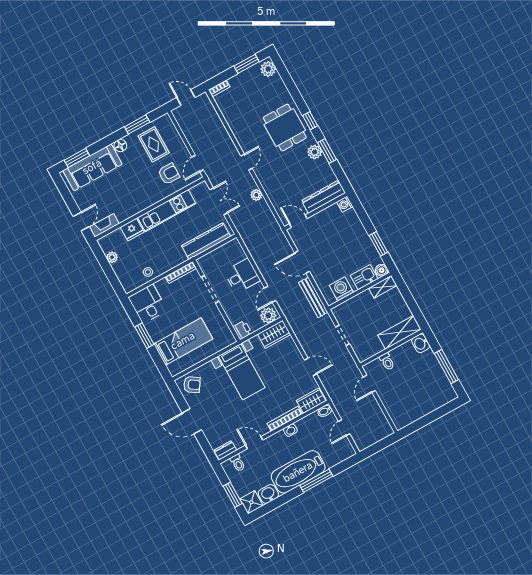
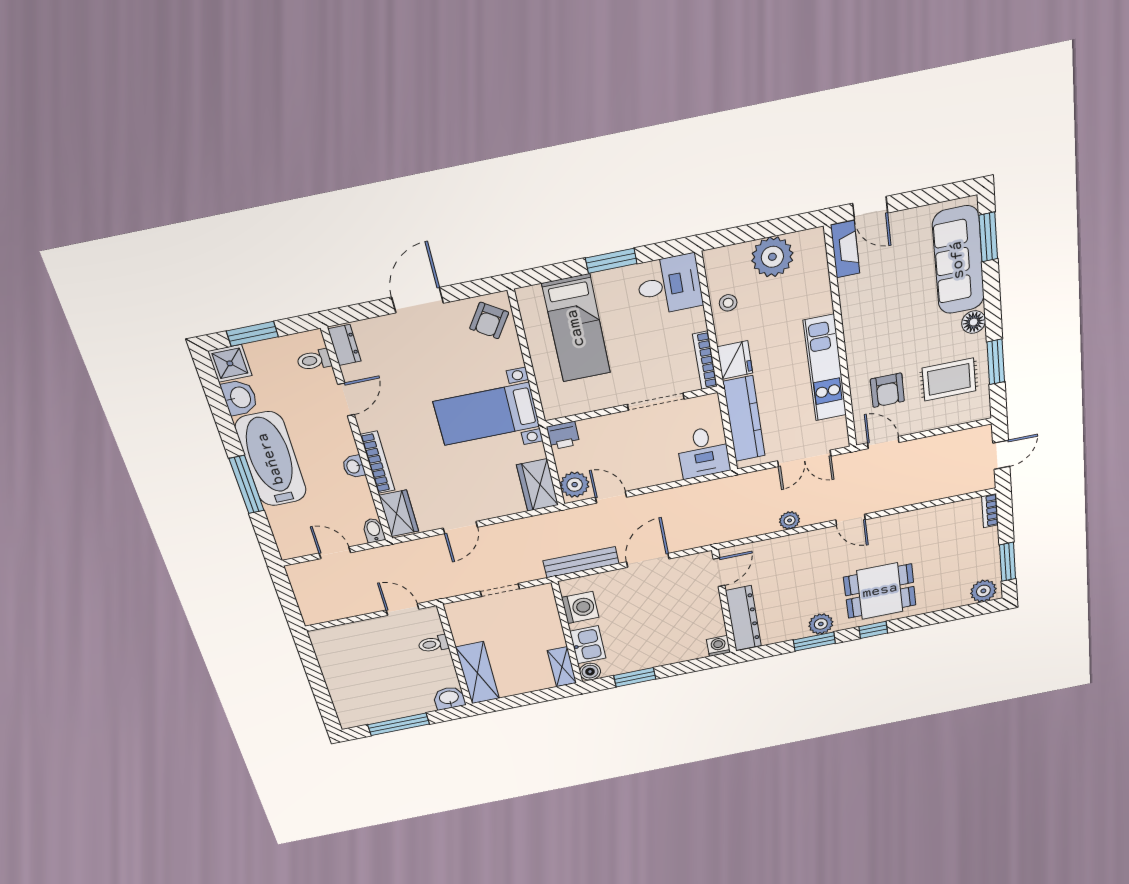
fridge: (132, 230) -> (735, 360), moved, turned 180
plant: (112, 257) -> (772, 257), width x1.88, depth x1.88
desk: (242, 276) -> (703, 452), moved

